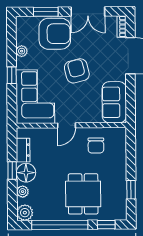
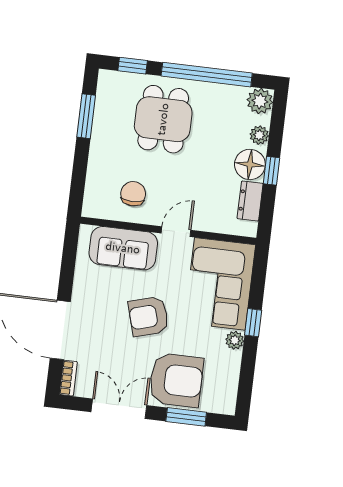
armchair: (55, 34) -> (176, 380), turned 180
plant: (22, 51) -> (235, 340), moved
armchair: (77, 71) -> (149, 316), turned 88
sofa: (114, 102) -> (123, 248), moved, turned 90
window: (131, 190) -> (86, 116), width x1.50

